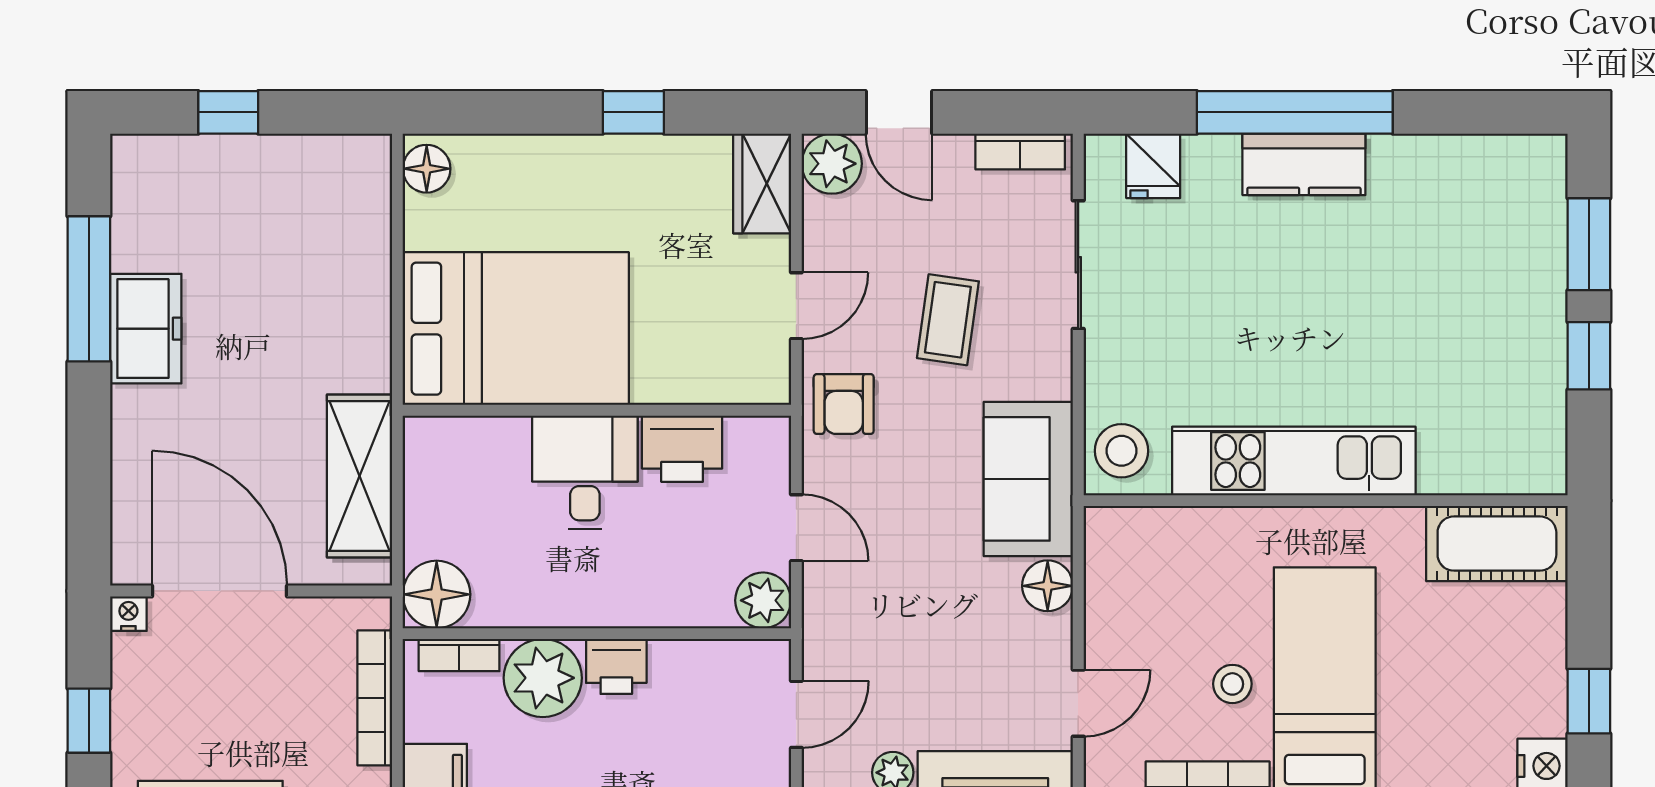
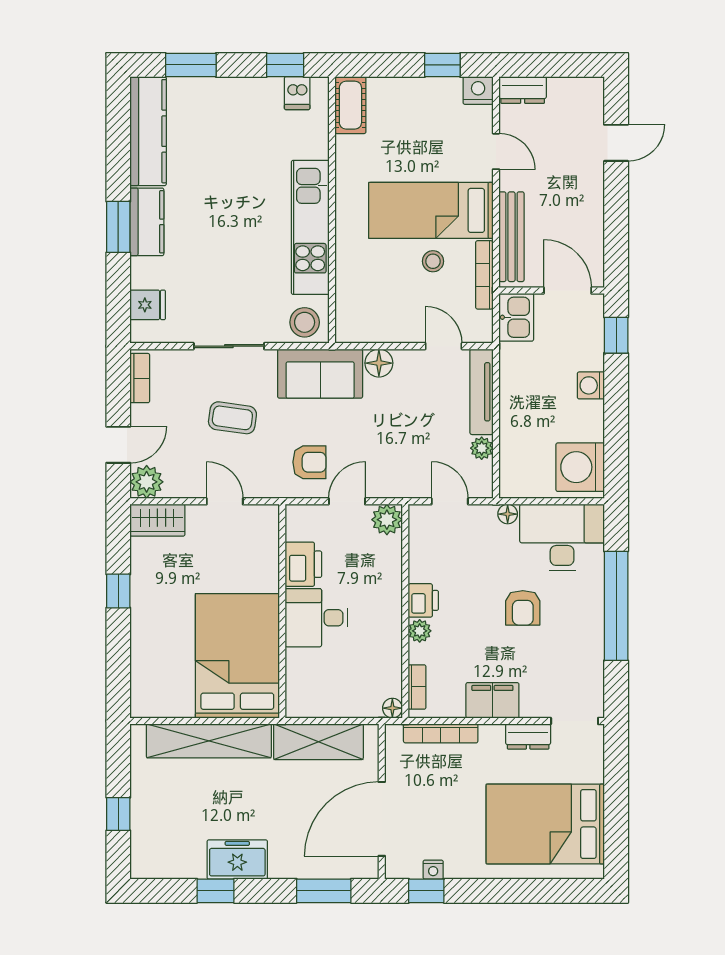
window: (1295, 112) -> (118, 227), width x0.47
kitchen counter: (1469, 167) -> (148, 131), added
floor lamp: (427, 169) -> (149, 705), removed
sliding door: (1078, 265) -> (229, 346), moved
shelving: (361, 277) -> (209, 741), added
window: (89, 289) -> (215, 891), width x0.46
window: (1589, 356) -> (285, 65), moved
armchair: (844, 404) -> (309, 462), moved
dishwasher: (1538, 437) -> (297, 93), added
window: (89, 486) -> (324, 891), added
cot: (1497, 544) -> (350, 105), width x0.73, depth x0.75
floor lamp: (437, 594) -> (392, 708), width x0.53, depth x0.53
nightstand: (128, 614) -> (433, 870), moved, turned -90
plant: (543, 678) -> (420, 631), width x0.53, depth x0.53
window: (89, 721) -> (426, 891), moved

